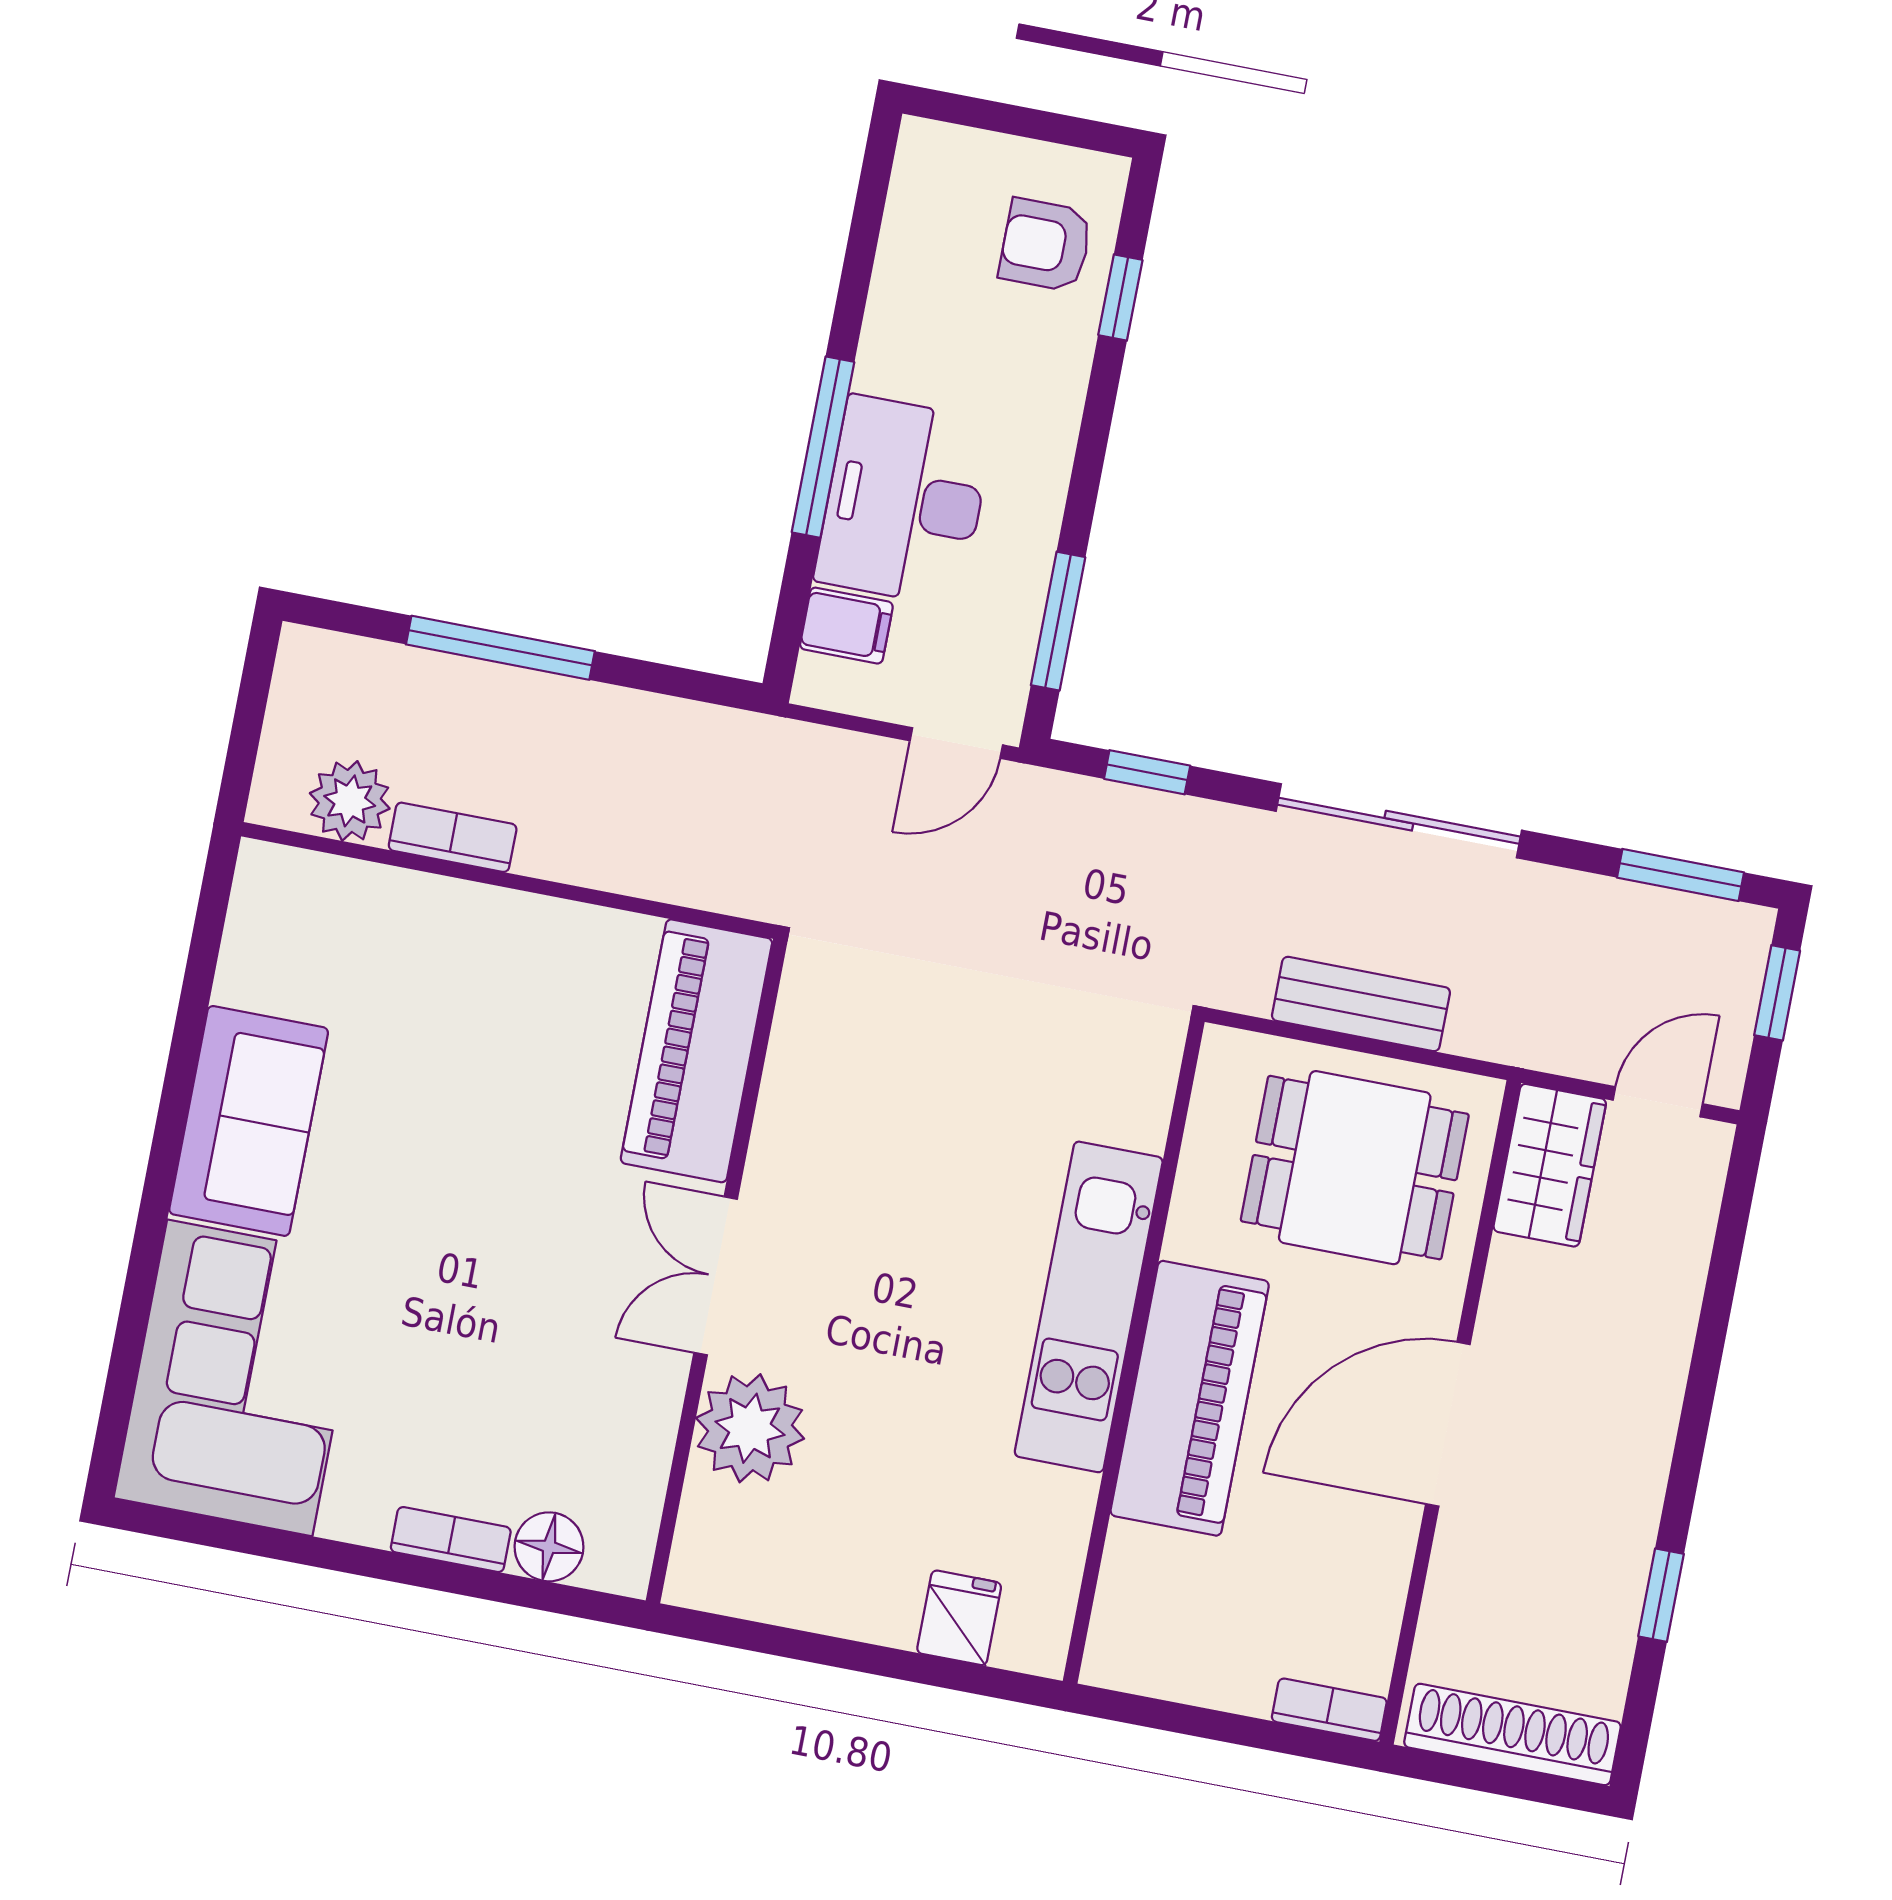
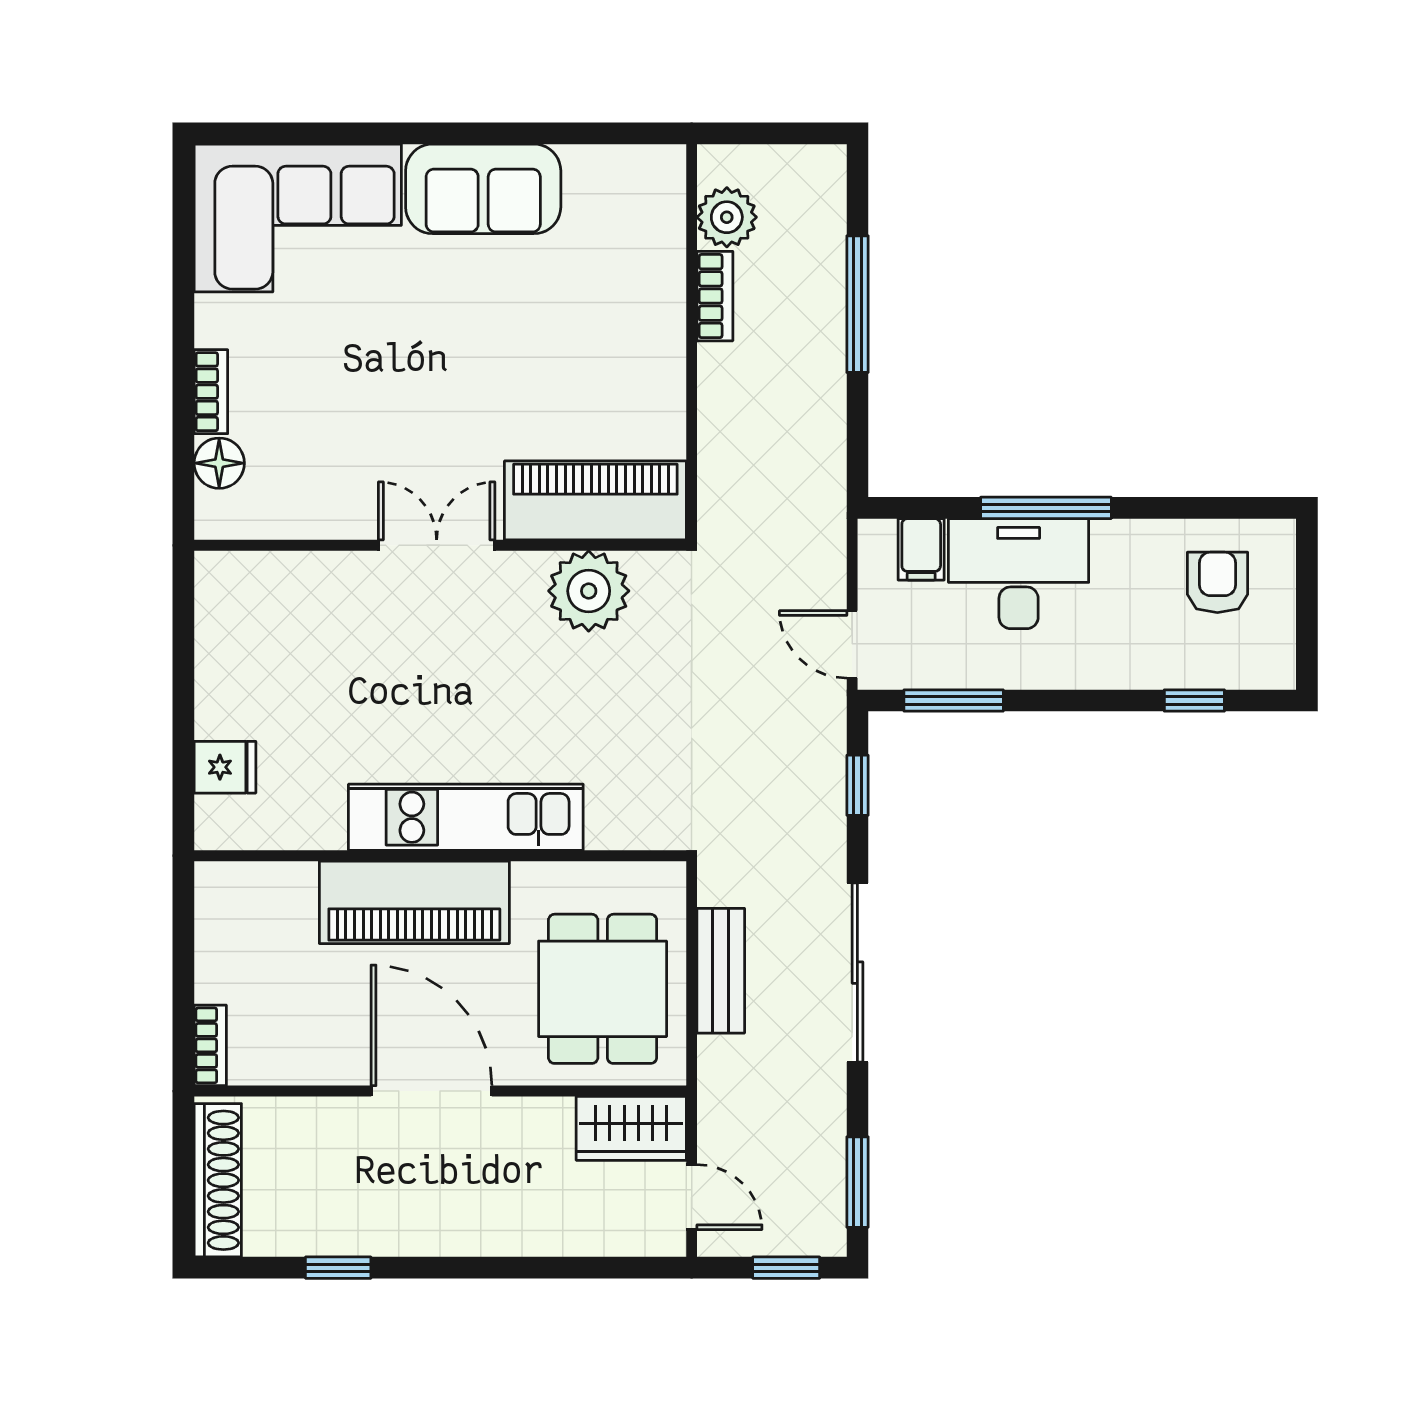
armchair: (1046, 245) -> (1217, 582), moved
plant: (750, 1428) -> (589, 591), moved

